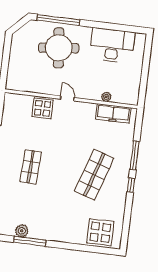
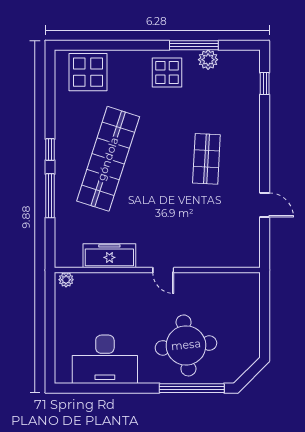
plant: (106, 97) -> (66, 280), moved
display table: (43, 108) -> (167, 73), moved
freezer: (113, 113) -> (109, 256), moved
shop shelf: (94, 175) -> (108, 159), width x1.40

